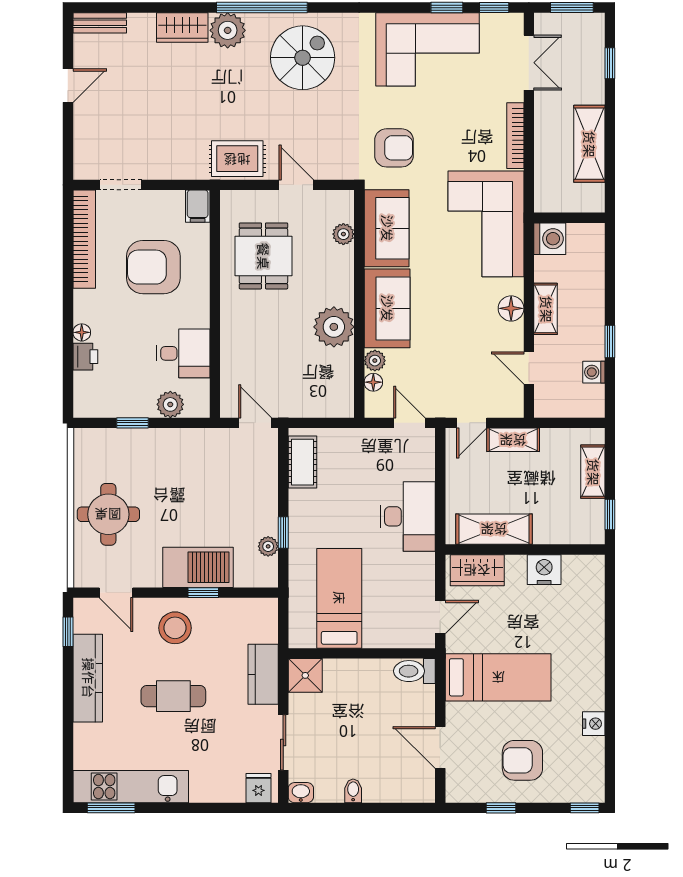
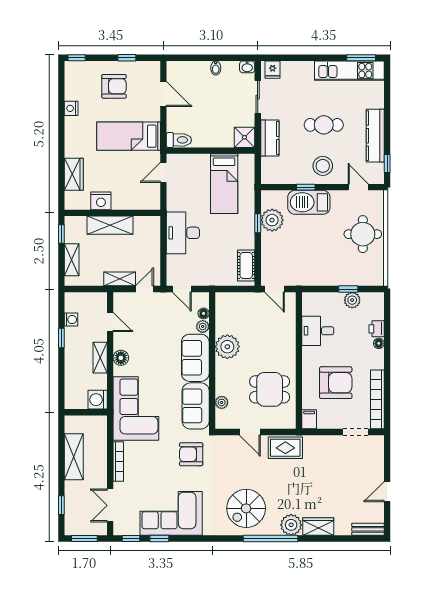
dining table: (263, 256) -> (270, 389), turned 90
plant: (170, 404) -> (352, 300), moved
shelving: (494, 529) -> (110, 225), moved
plant: (268, 546) -> (272, 220), width x1.88, depth x1.88
wardrobe: (477, 570) -> (74, 174), moved, turned 90

